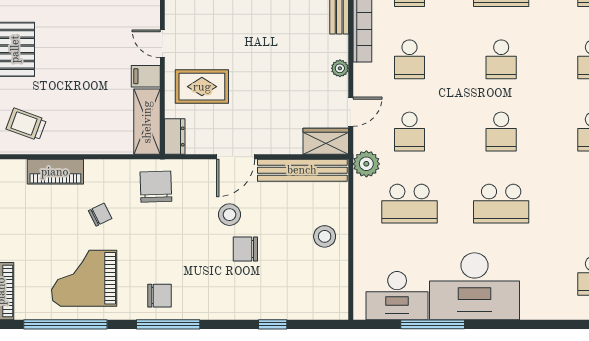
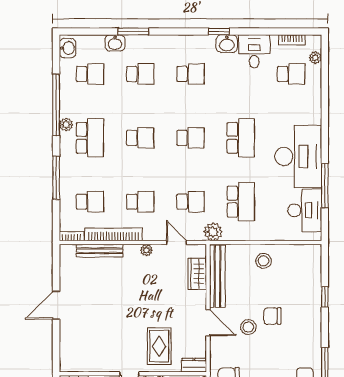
wardrobe: (326, 141) -> (197, 274), moved
chair: (245, 249) -> (272, 316), turned 90

